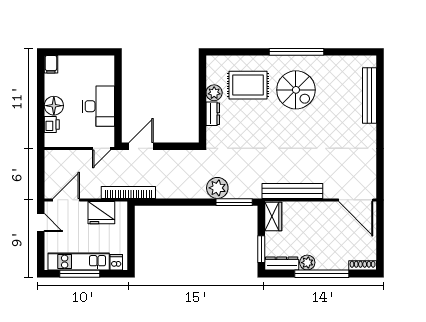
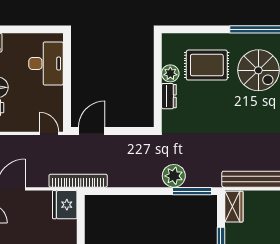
desk: (99, 106) -> (46, 64), moved
door: (102, 148) -> (49, 133), swing flipped
fridge: (101, 213) -> (65, 205), moved, turned 90

